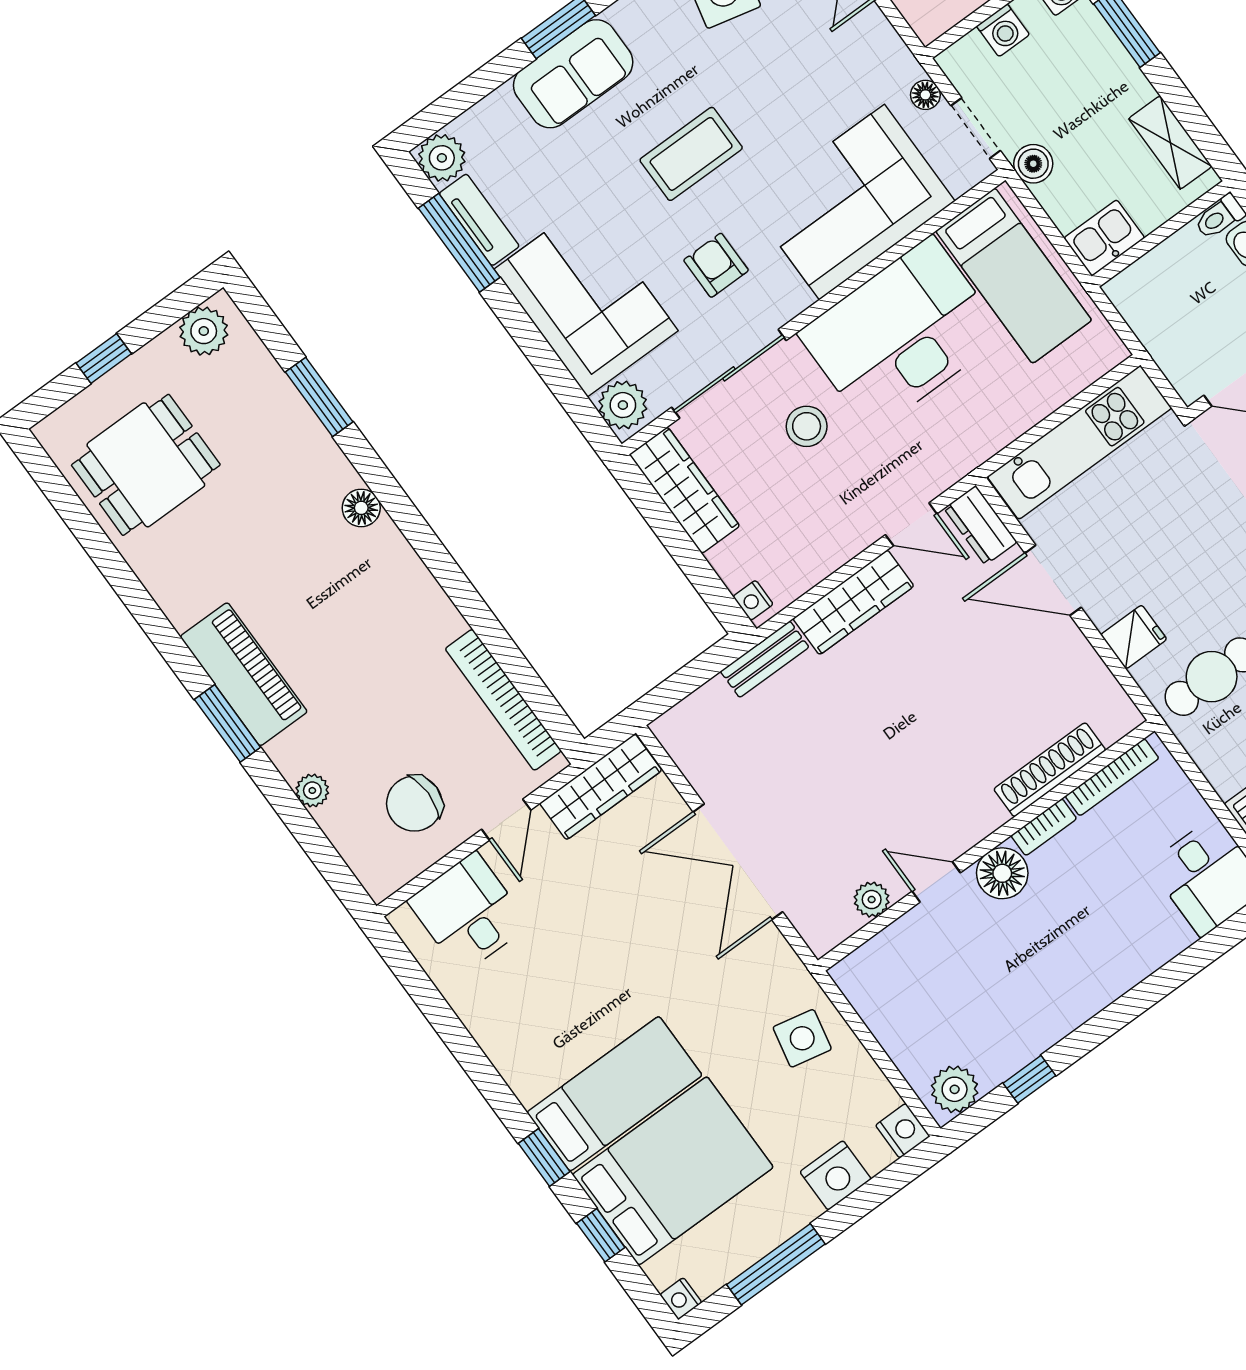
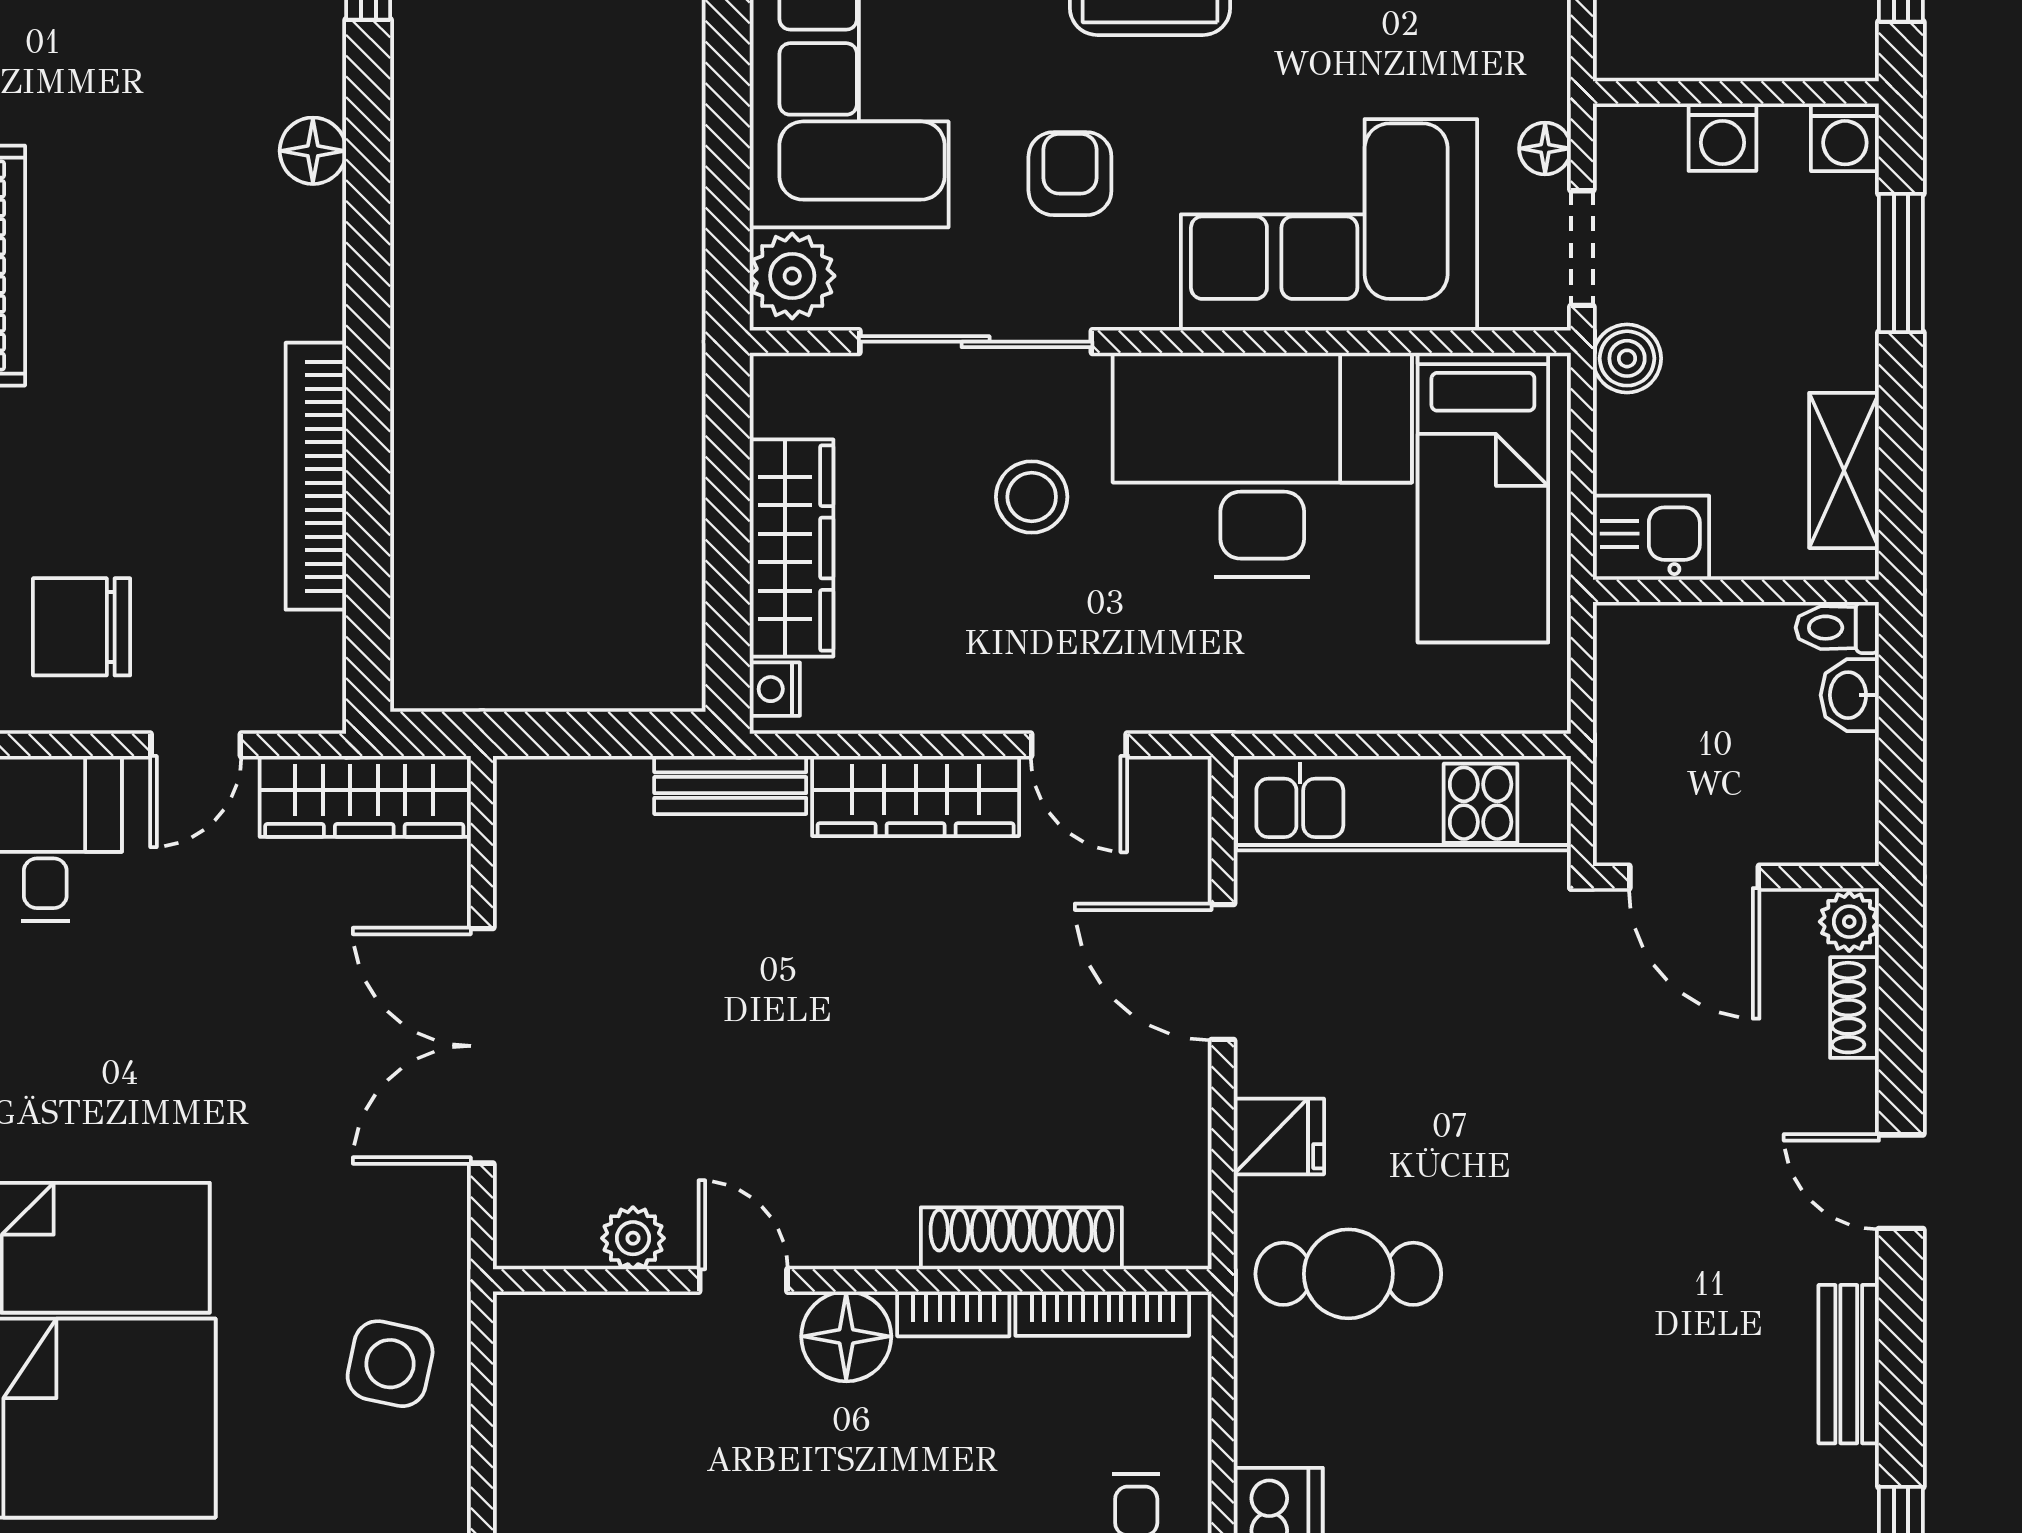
wardrobe: (684, 490) -> (792, 548), moved
dresser: (980, 525) -> (1177, 818), removed
bookcase: (503, 700) -> (316, 476), moved

